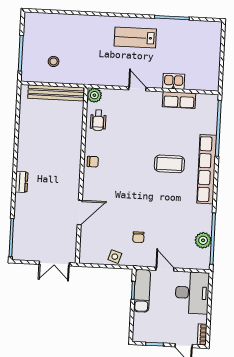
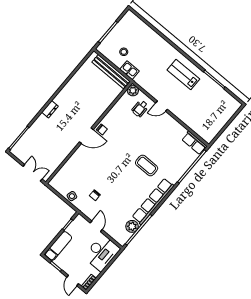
kitchen sink: (174, 81) -> (129, 70), moved
door: (137, 89) -> (162, 106), swing flipped
row of seats: (179, 100) -> (194, 143), moved
wheelchair: (98, 120) -> (140, 109), moved
row of seats: (207, 169) -> (153, 201), moved
door: (80, 212) -> (86, 136), moved
double door: (54, 264) -> (33, 173), swing flipped
exam couch: (142, 291) -> (58, 246), moved

